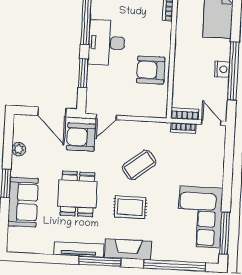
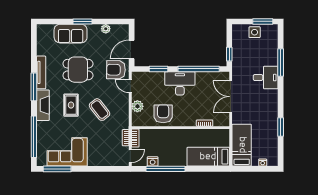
nightstand: (222, 69) -> (153, 161), moved
plant: (137, 108) -> (137, 106), added
armchair: (81, 137) -> (116, 70), turned -89

